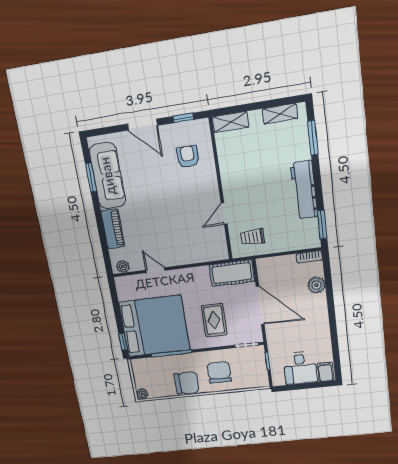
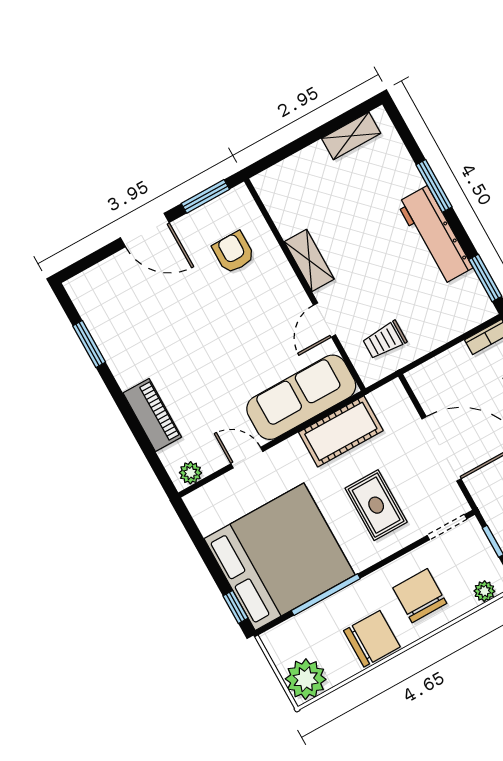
window: (183, 118) -> (205, 196), width x1.50
shelving: (231, 122) -> (309, 260), moved, turned 90
window: (313, 138) -> (434, 186), moved
sofa: (107, 176) -> (301, 397), moved, turned -90
cot: (232, 273) -> (341, 431), moved
plant: (253, 383) -> (484, 591), added
plant: (142, 394) -> (306, 679), width x1.87, depth x1.87

